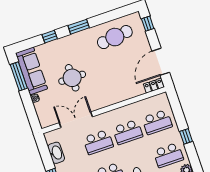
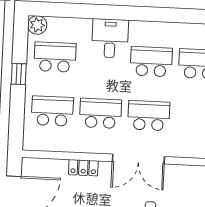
locker: (154, 86) -> (83, 168), moved
double door: (76, 120) -> (138, 159), moved

